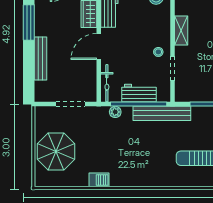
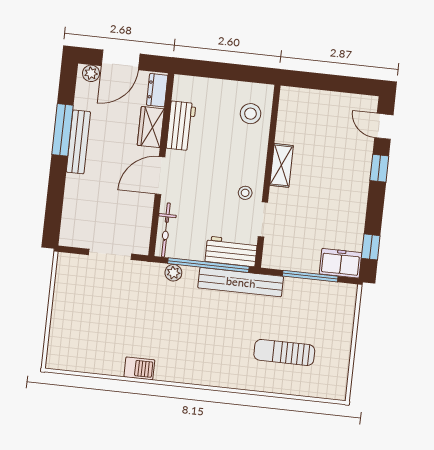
bench: (40, 58) -> (78, 142), moved
workbench: (139, 93) -> (231, 251), moved
parasol: (56, 151) -> (82, 320), removed

